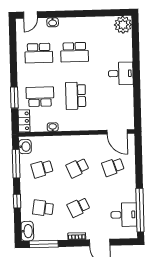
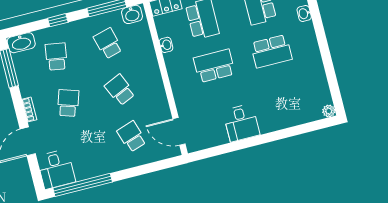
plant: (123, 25) -> (329, 111), width x0.53, depth x0.53
school desk: (74, 52) -> (271, 51), turned -90
desk: (121, 73) -> (241, 123), moved
door: (117, 132) -> (179, 131), hinge flipped
school desk: (79, 207) -> (68, 103), turned 42
desk: (124, 215) -> (56, 169), moved

